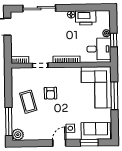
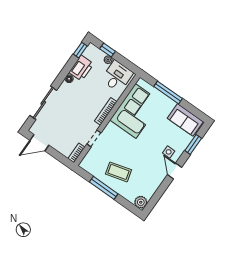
window: (99, 7) -> (80, 50), added
window: (114, 40) -> (107, 50), moved
corner sofa: (96, 87) -> (136, 111), moved, turned -90
armchair: (50, 93) -> (125, 147), removed
window: (9, 122) -> (104, 188), moved
sofa: (96, 131) -> (185, 120), moved, turned -90

